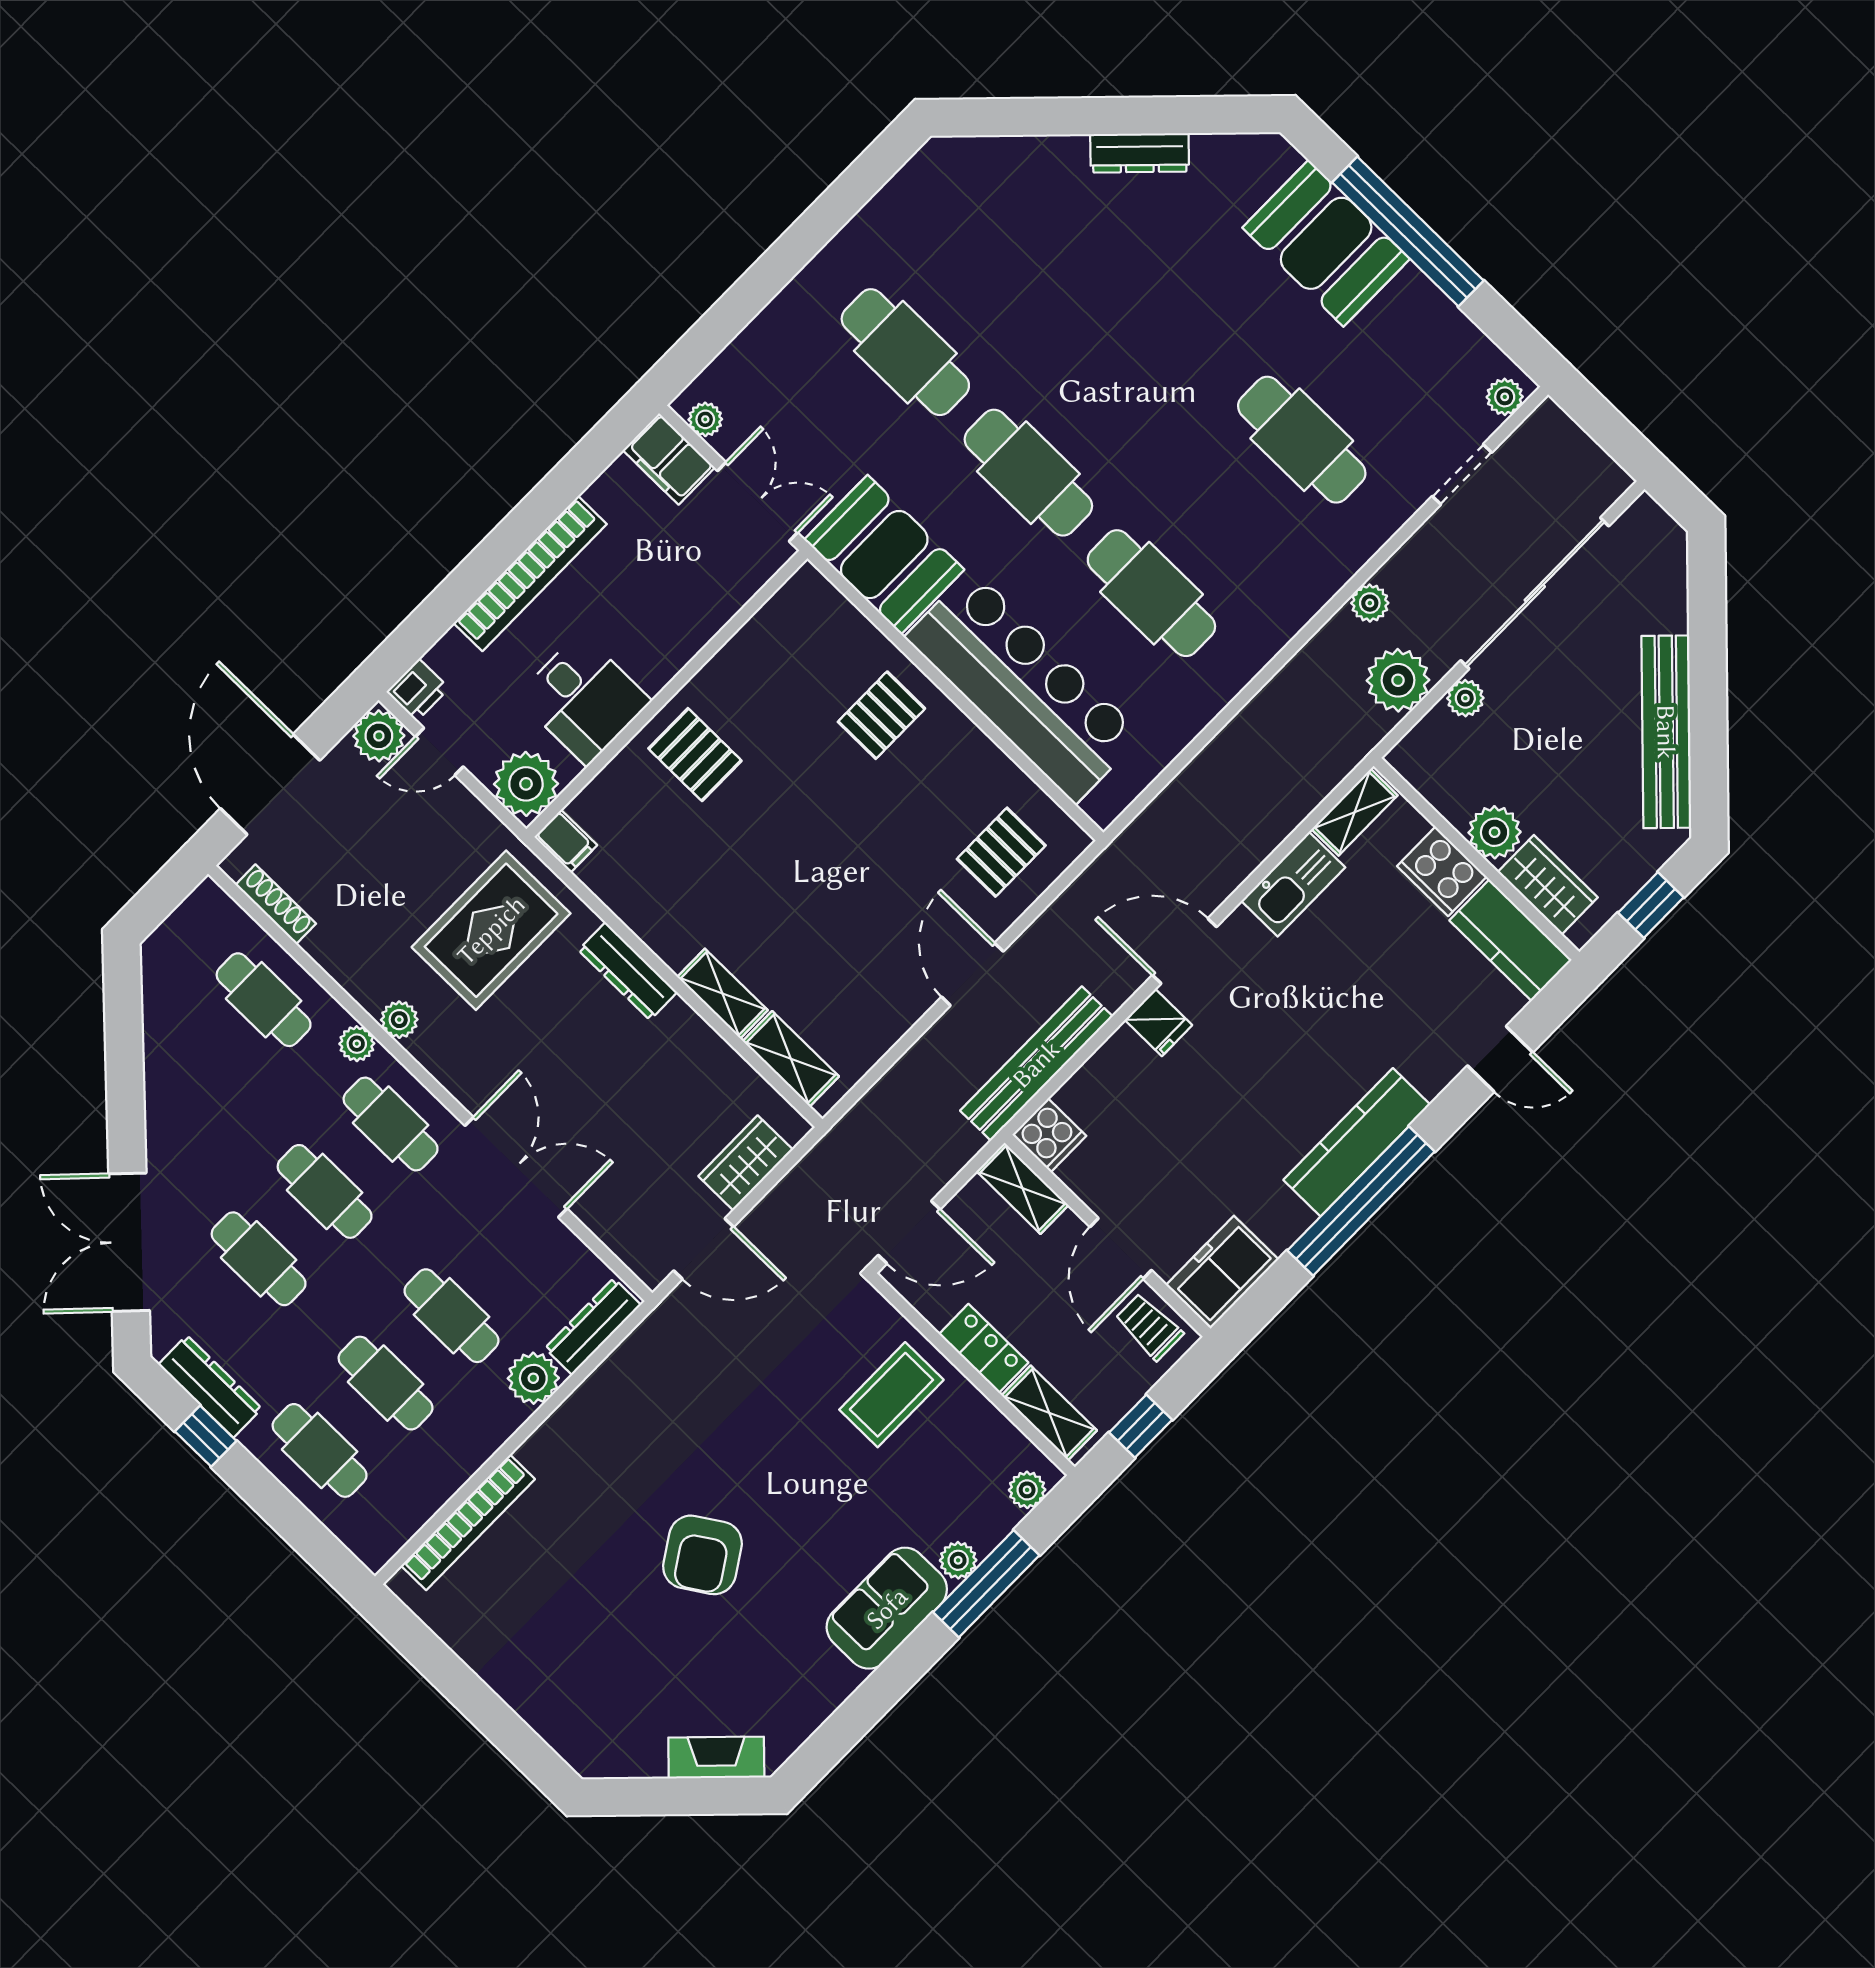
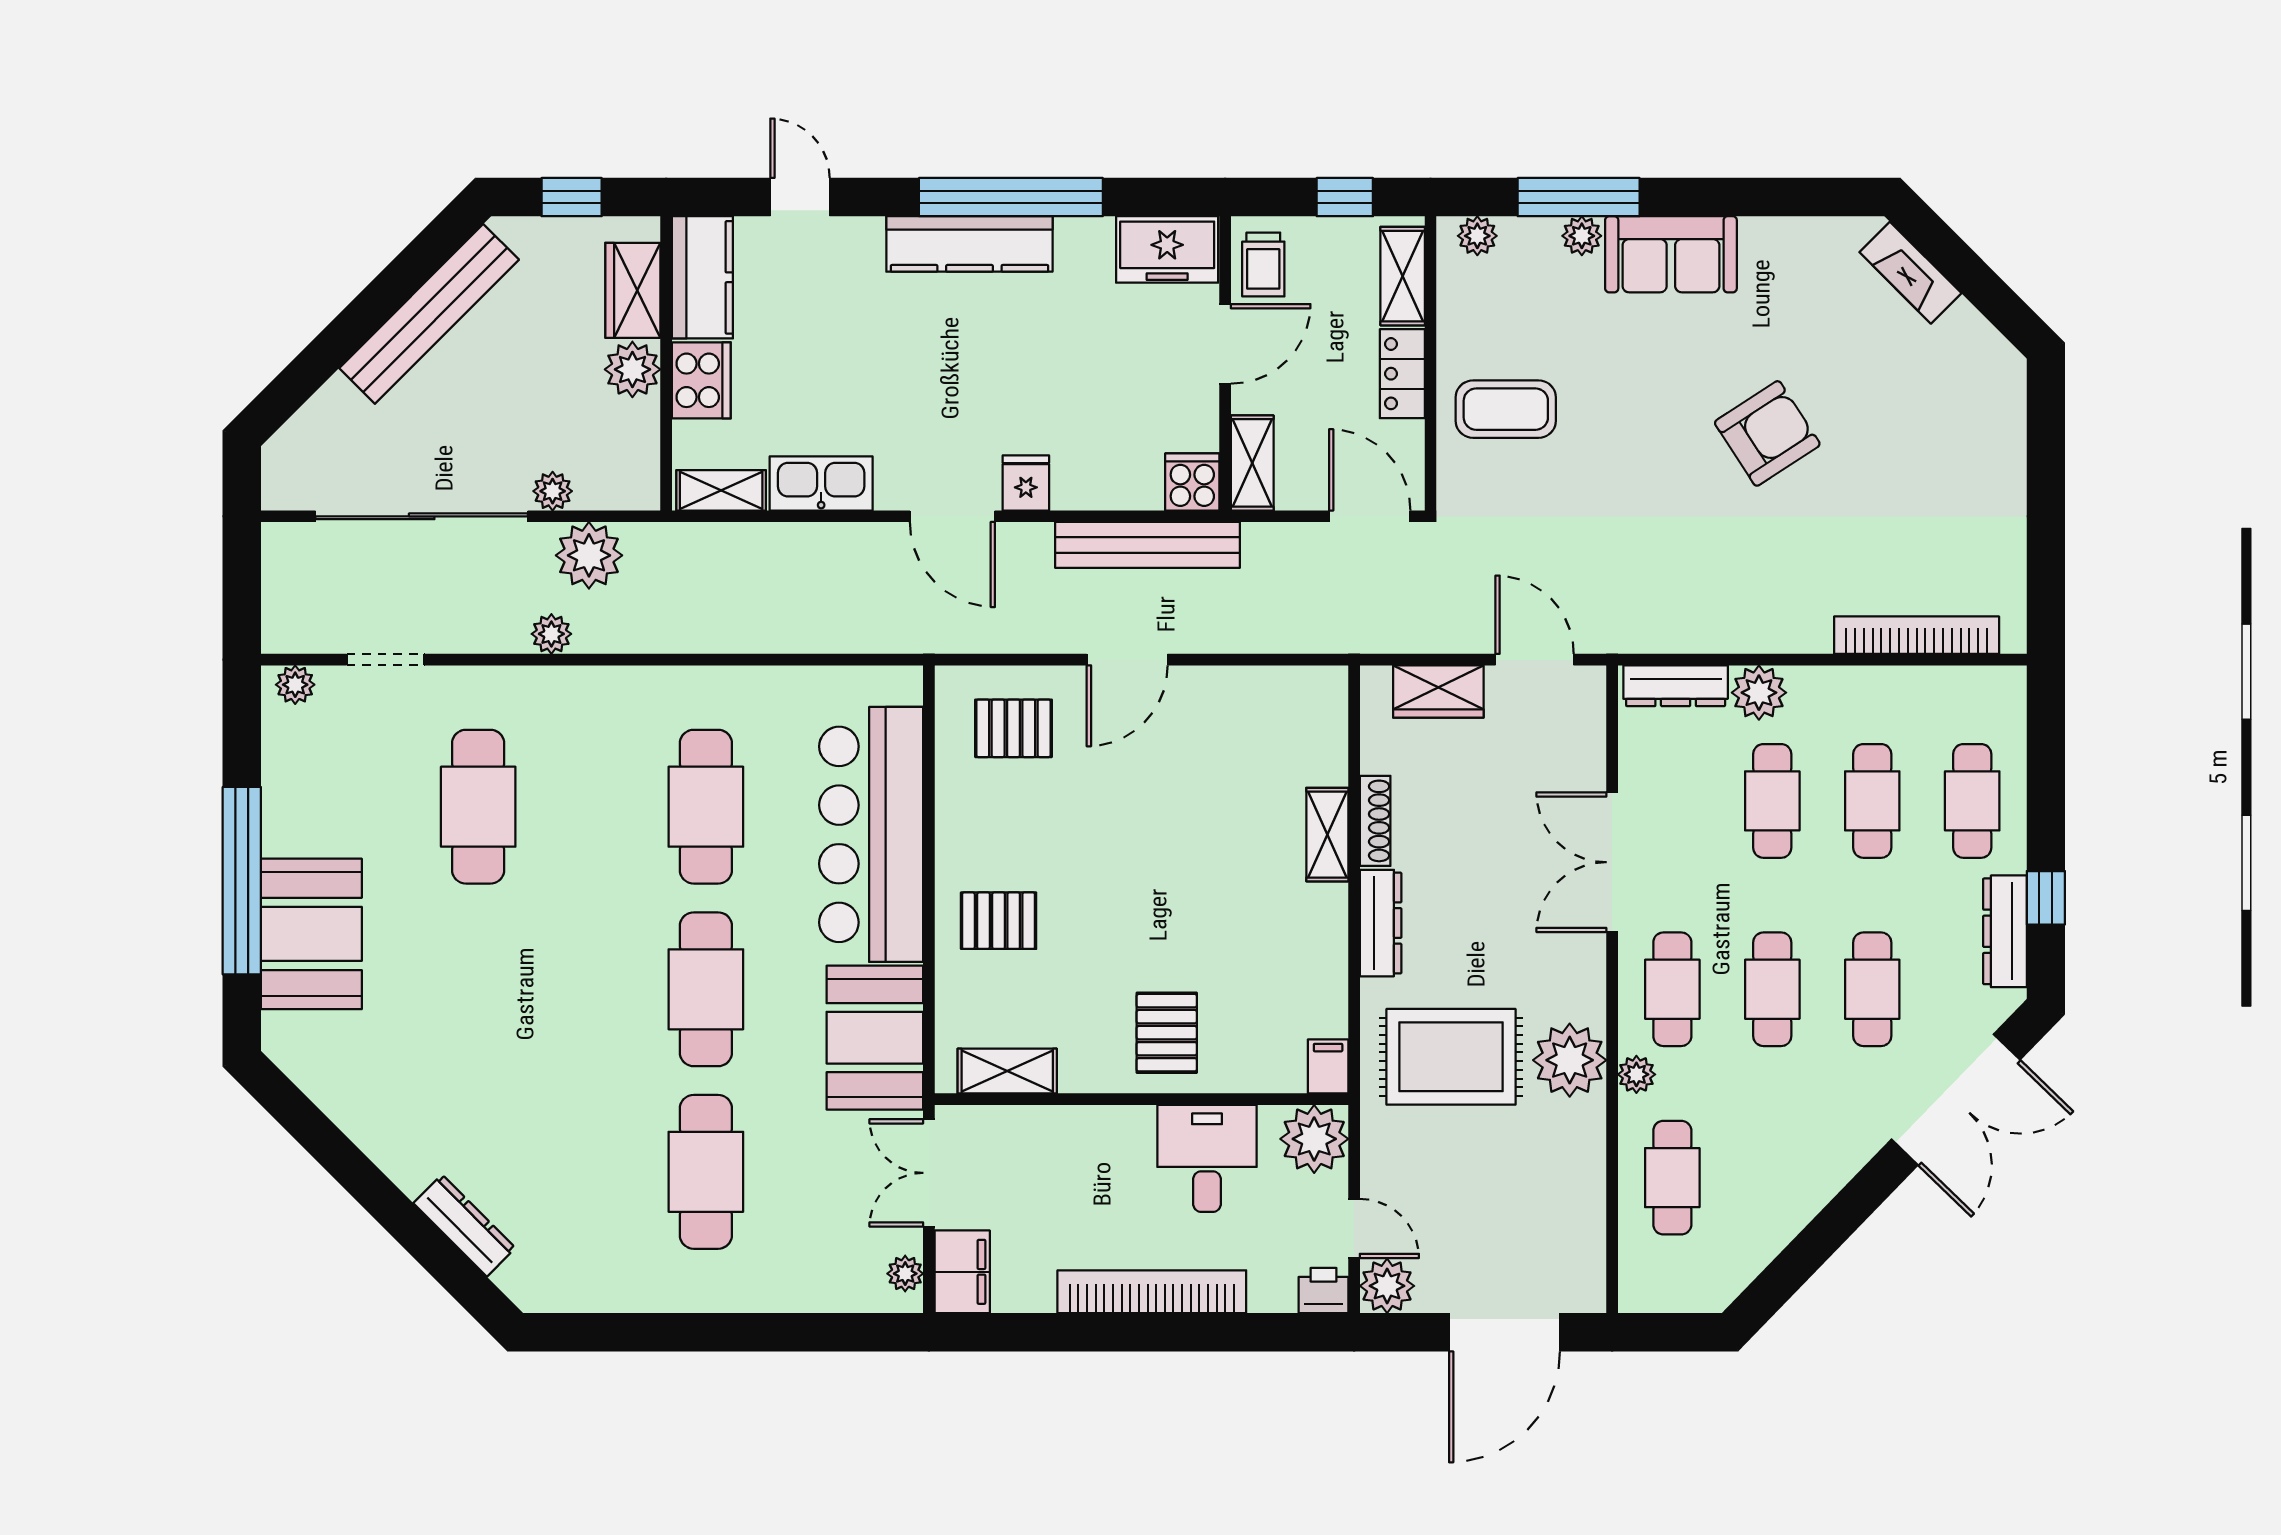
dresser: (1140, 153) -> (464, 1225), moved
shoe rack: (276, 904) -> (1375, 821), moved, turned 180
plant: (399, 1020) -> (1570, 1060), width x1.87, depth x1.87
shelving: (791, 1059) -> (1007, 1071), moved, turned 90

